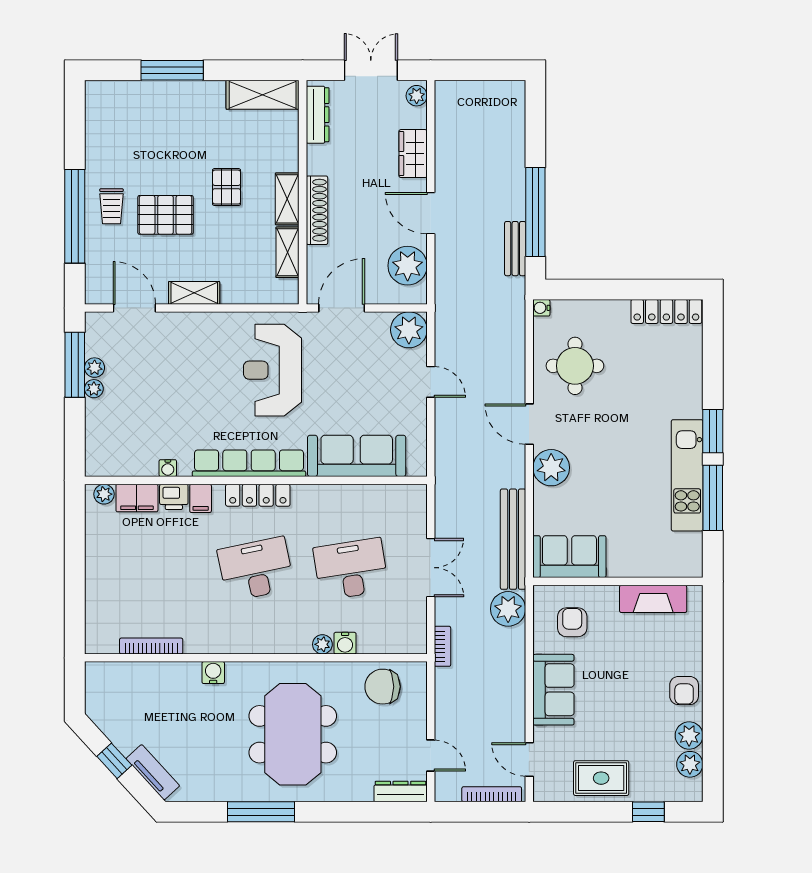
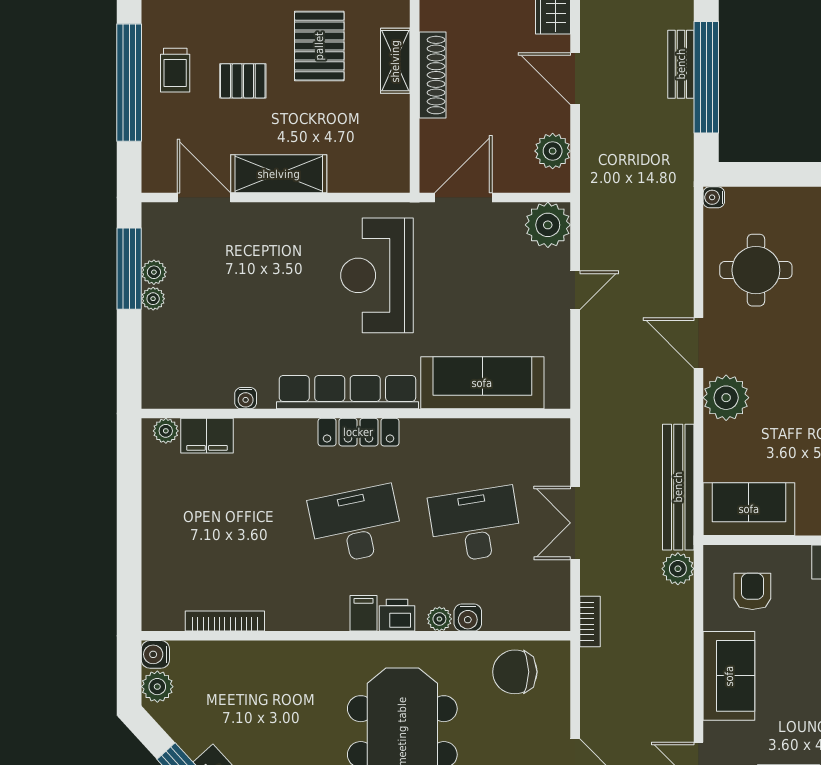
pallet: (227, 187) -> (319, 46), width x1.50, depth x1.42
pallet: (166, 215) -> (243, 81), width x0.67, depth x0.71
bench: (515, 249) -> (681, 64), moved
shelving: (287, 252) -> (396, 128), removed
plant: (408, 266) -> (553, 151), width x0.73, depth x0.73
shelving: (194, 293) -> (279, 174), width x1.50, depth x1.33
door: (431, 382) -> (575, 290), hinge flipped
printer: (174, 497) -> (397, 615), moved, turned 180
filing cabinet: (201, 498) -> (364, 613), moved, turned 180
double door: (431, 568) -> (575, 523), swing flipped
plant: (508, 609) -> (678, 569), width x0.73, depth x0.73
water cooler: (213, 673) -> (155, 654), moved, turned -90
plant: (97, 698) -> (157, 687), added

